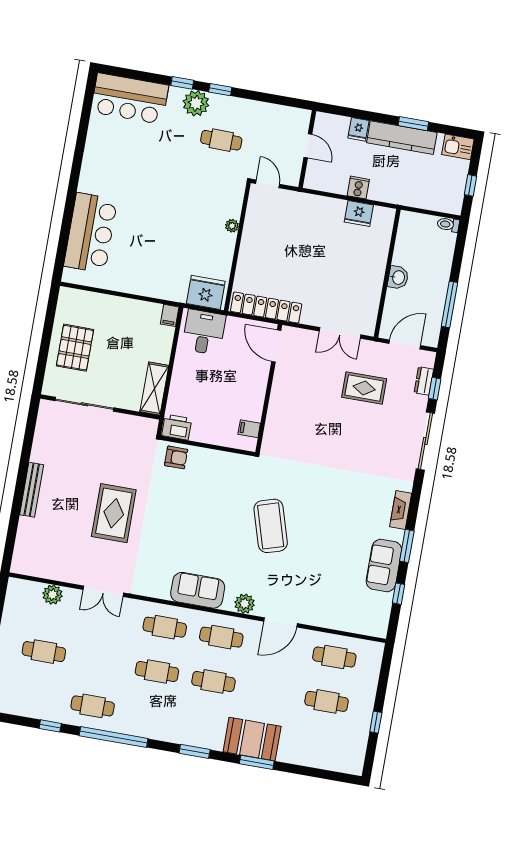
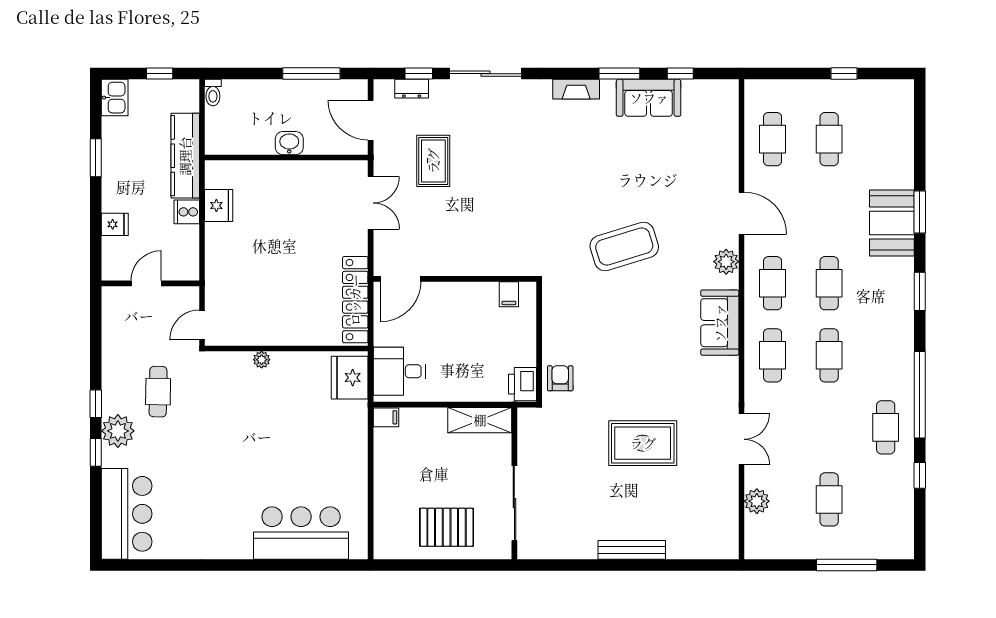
kitchen counter: (402, 138) -> (185, 156), moved, turned 180

